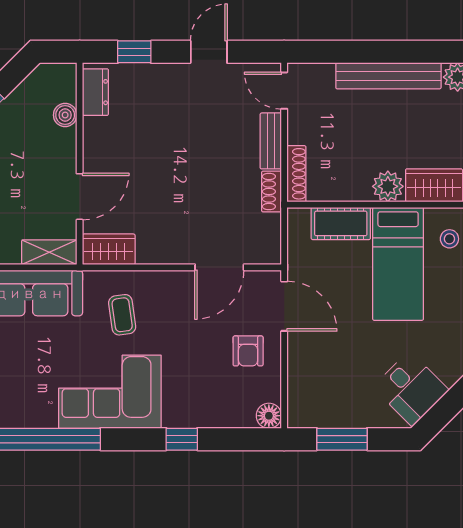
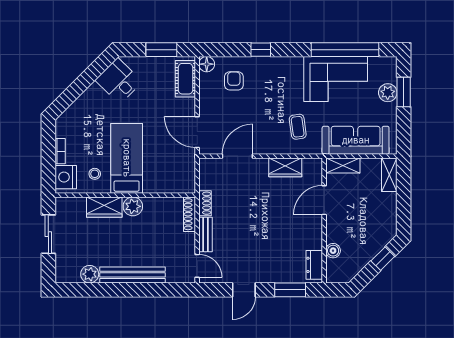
window: (134, 52) -> (290, 290), width x1.50
cot: (341, 223) -> (185, 79), moved, turned 90
wardrobe: (109, 249) -> (285, 167), moved
armchair: (248, 351) -> (234, 81), moved
corner sofa: (110, 392) -> (336, 79), moved

